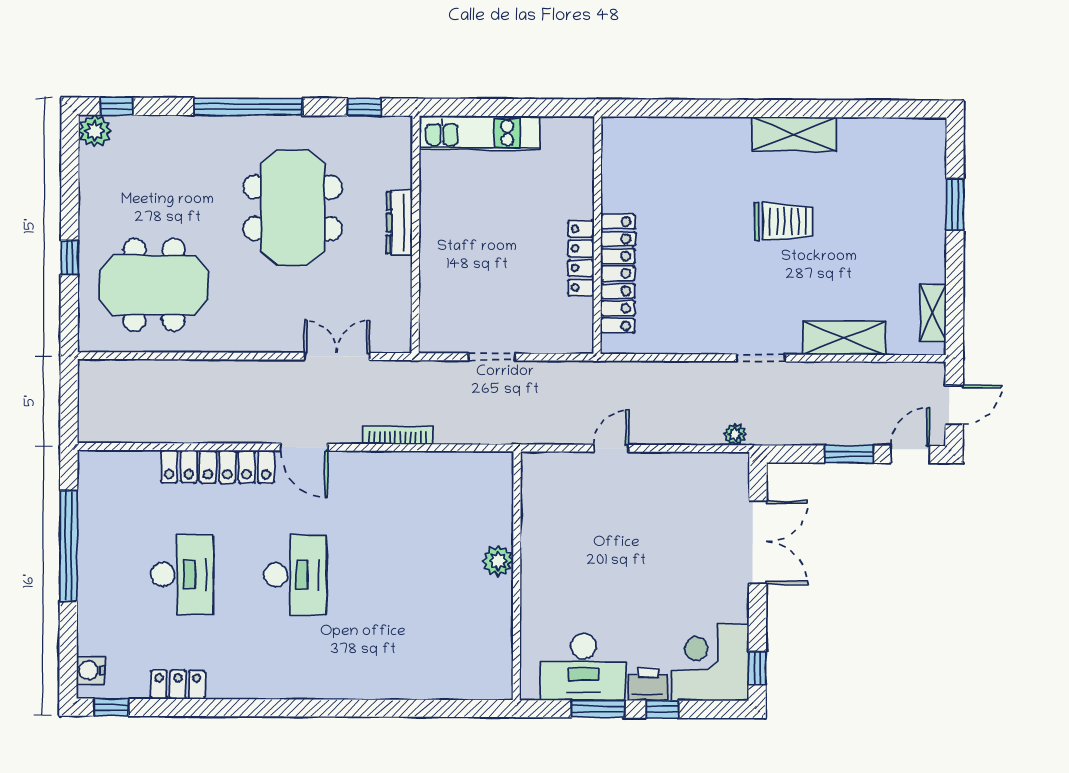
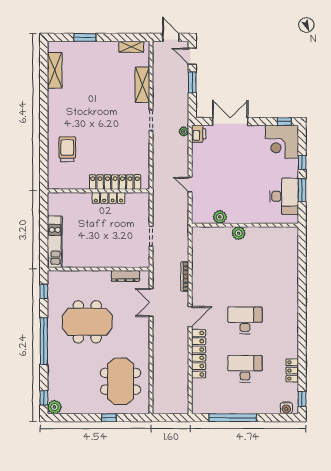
shelving: (794, 134) -> (55, 70), moved
trolley: (784, 222) -> (67, 149), moved
dresser: (399, 223) -> (125, 276), moved
plant: (536, 517) -> (220, 217), added
printer: (648, 684) -> (199, 134), moved, turned 180

